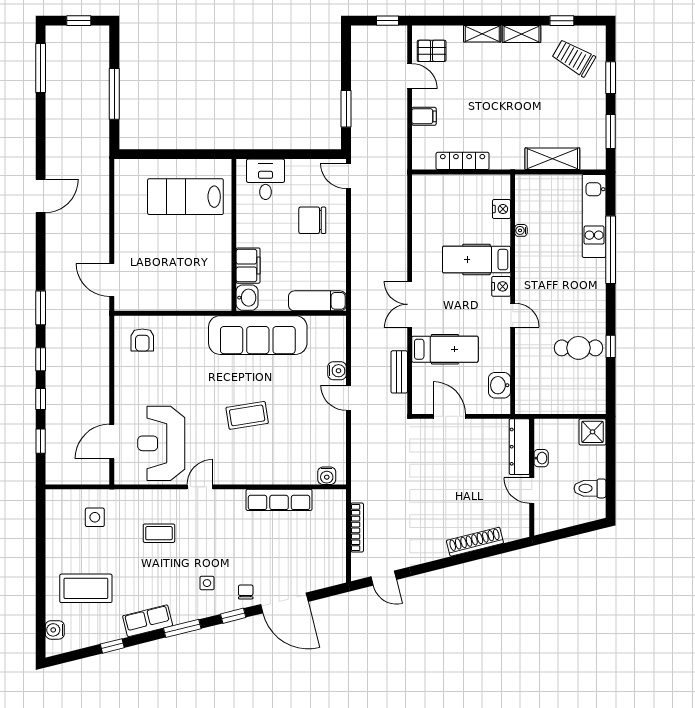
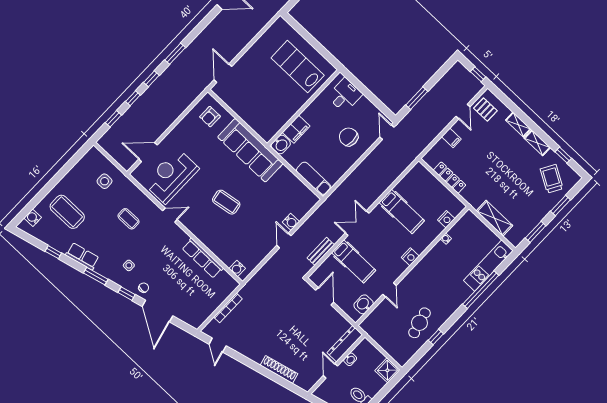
hospital bed: (477, 260) -> (402, 212), moved, turned 180
door: (513, 315) -> (390, 290), moved
sofa: (258, 335) -> (250, 150), moved
cafe table: (579, 348) -> (419, 323), turned 75

